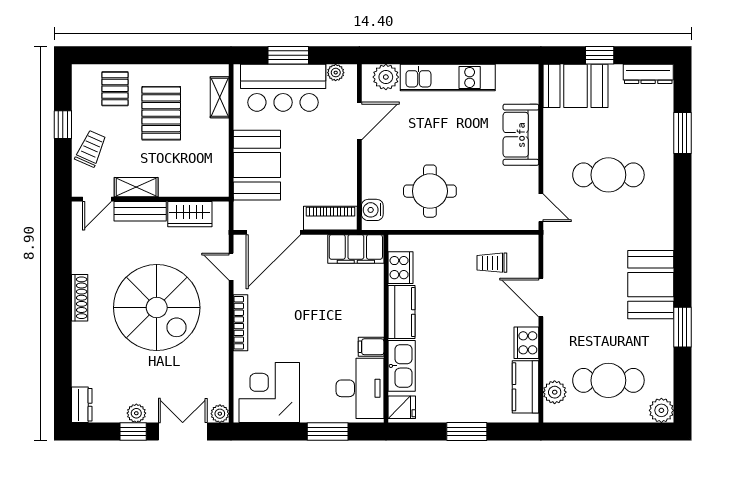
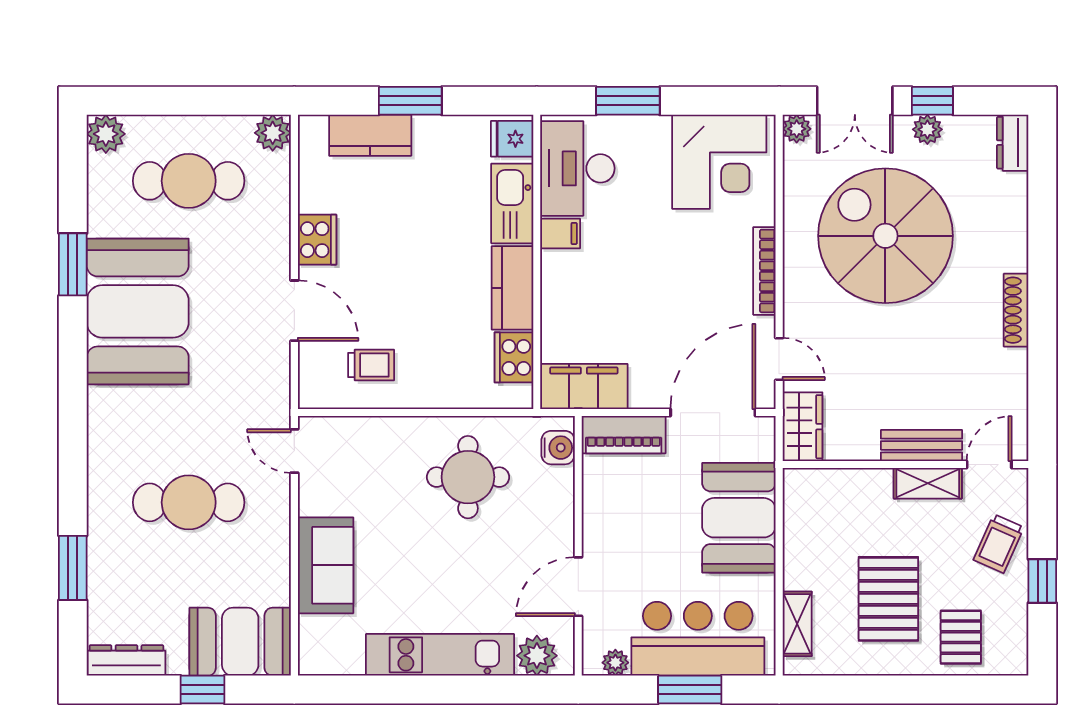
wardrobe: (190, 214) -> (803, 427), moved, turned 90
booth: (651, 285) -> (138, 311), width x1.36, depth x1.42
spiral stairs: (157, 308) -> (885, 236), moved
kitchen counter: (526, 387) -> (370, 135), moved, turned 90
plant: (555, 392) -> (273, 133), moved

